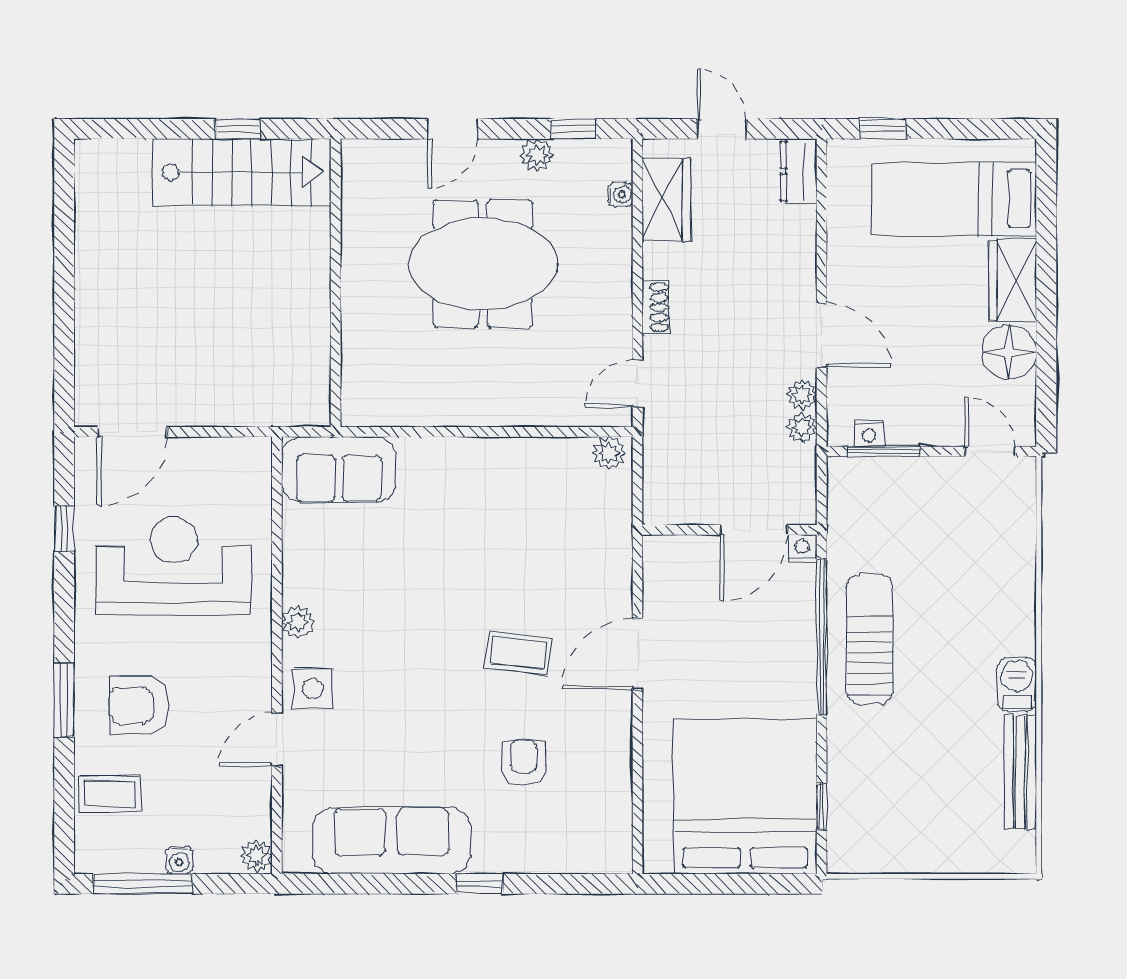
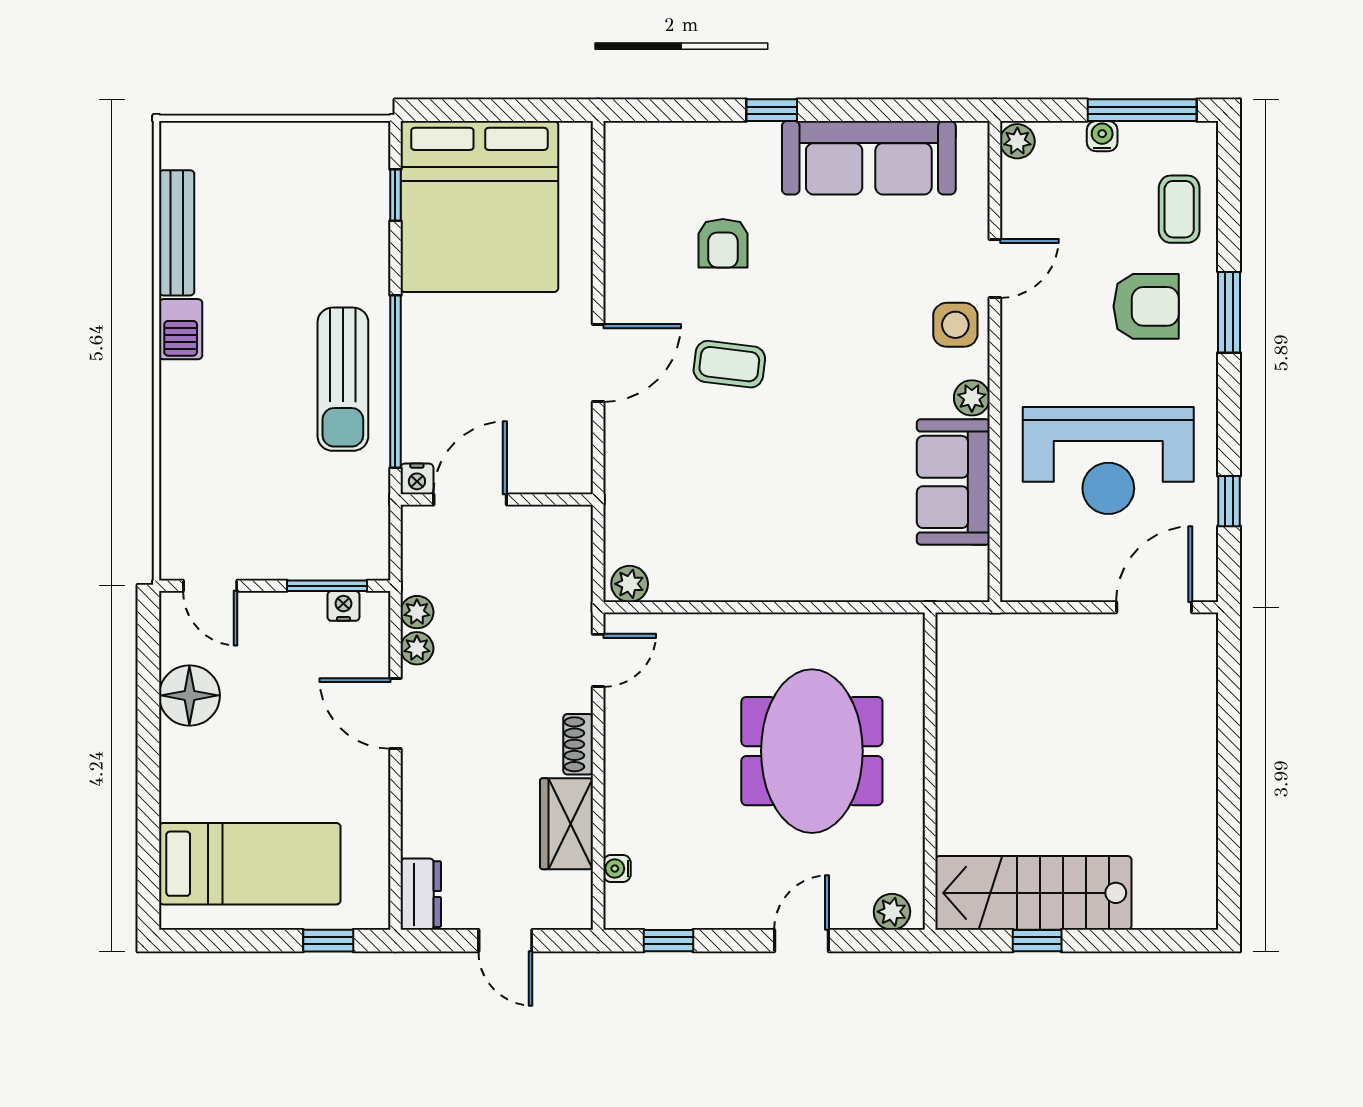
plant: (537, 155) -> (892, 912), moved
wardrobe: (666, 200) -> (566, 824), moved
meeting table: (483, 264) -> (812, 751), moved, turned 90
wardrobe: (1013, 280) -> (185, 774), removed
sofa: (339, 470) -> (953, 482), moved, turned -90
coffee table: (109, 794) -> (1179, 209), turned 90

